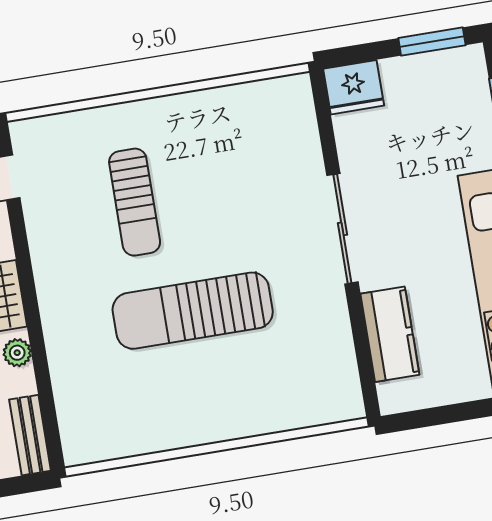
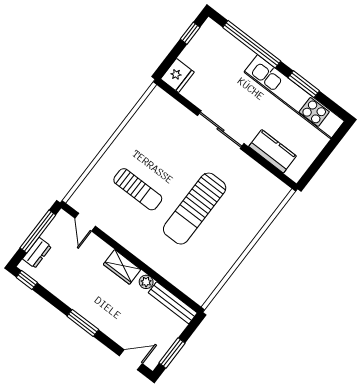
window: (432, 42) -> (190, 33), width x0.67
bench: (30, 435) -> (173, 303), width x1.36

